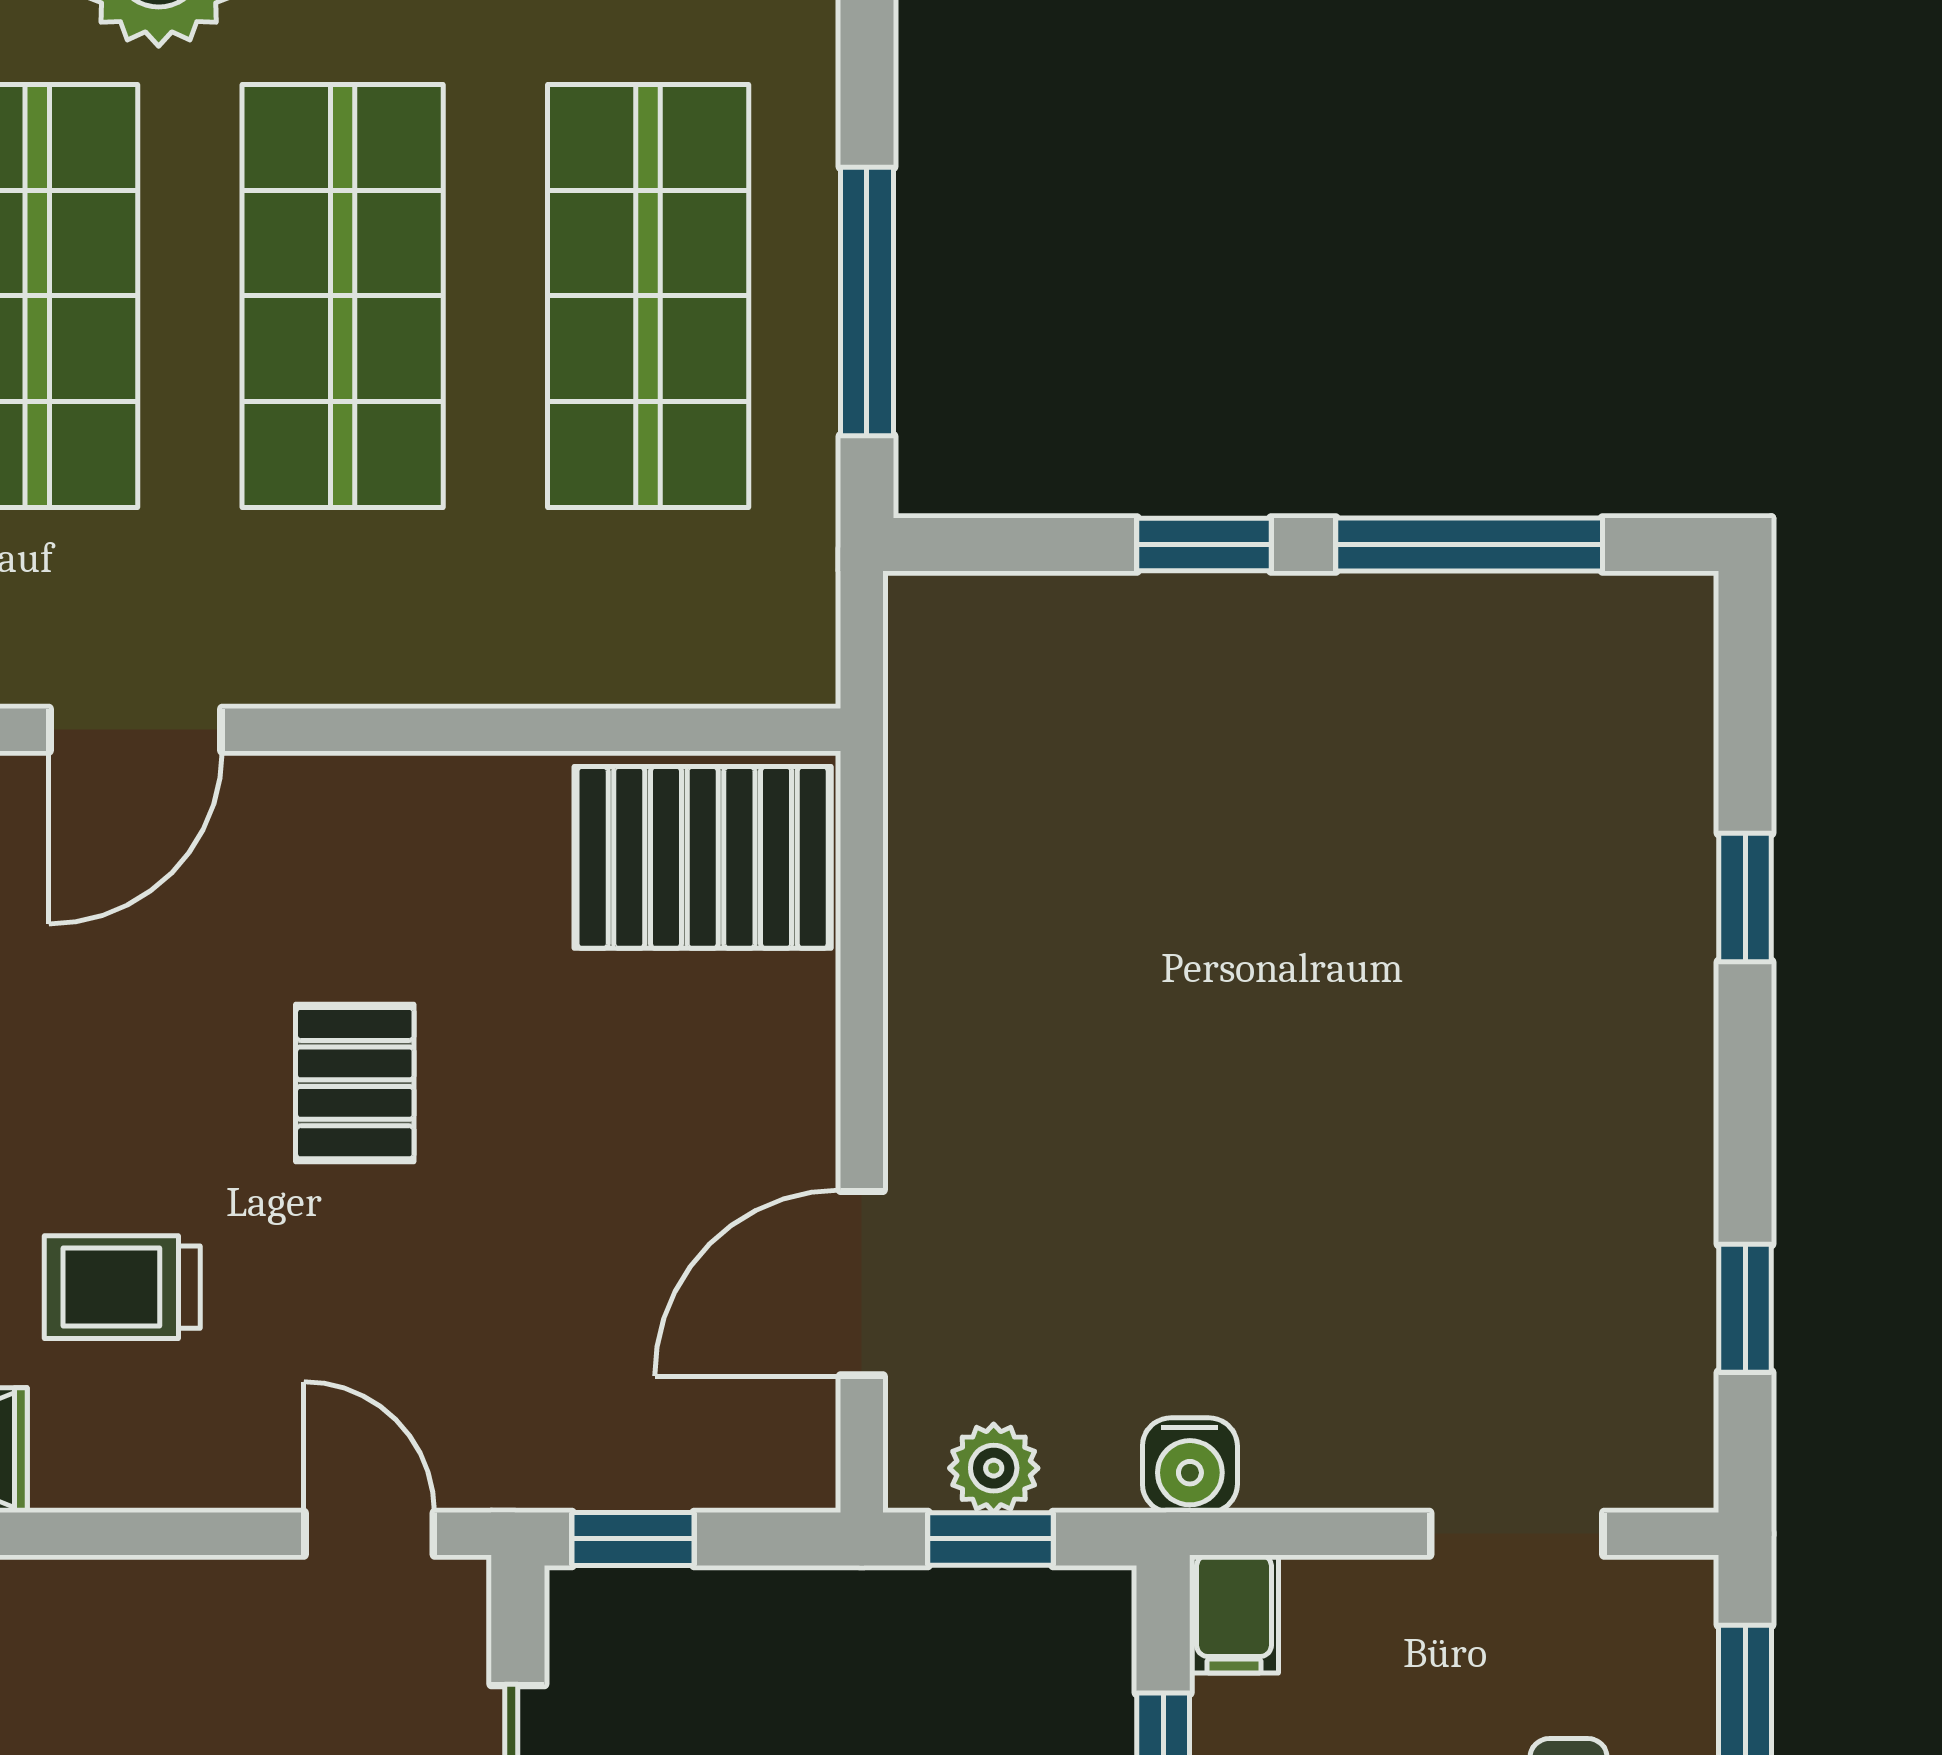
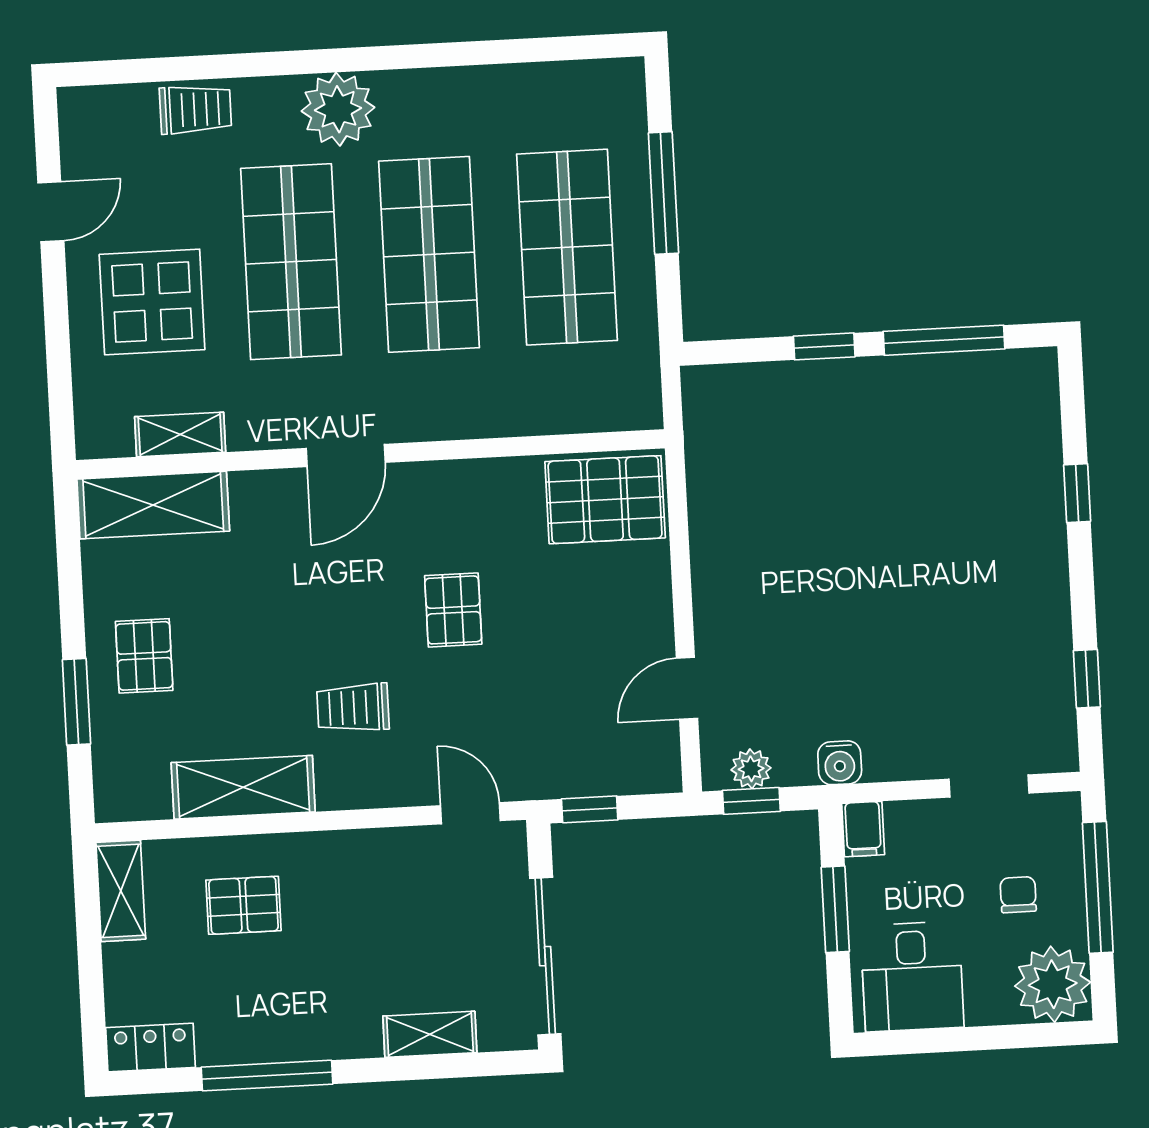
window: (867, 302) -> (663, 193), moved
door: (862, 1283) -> (687, 688), width x0.73

